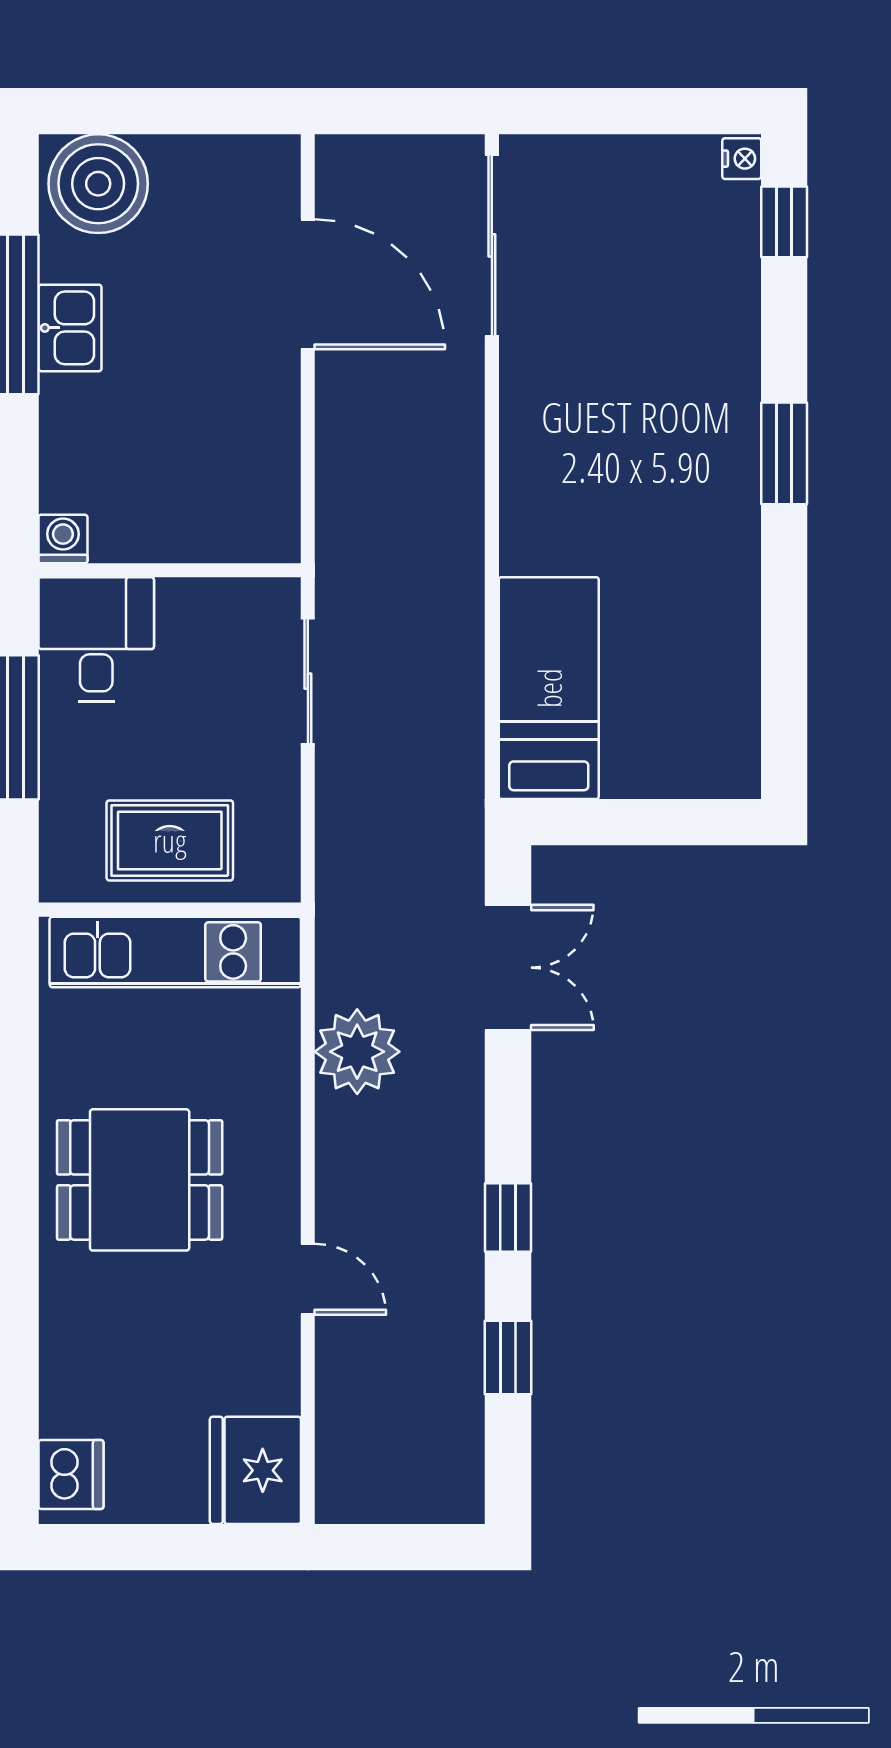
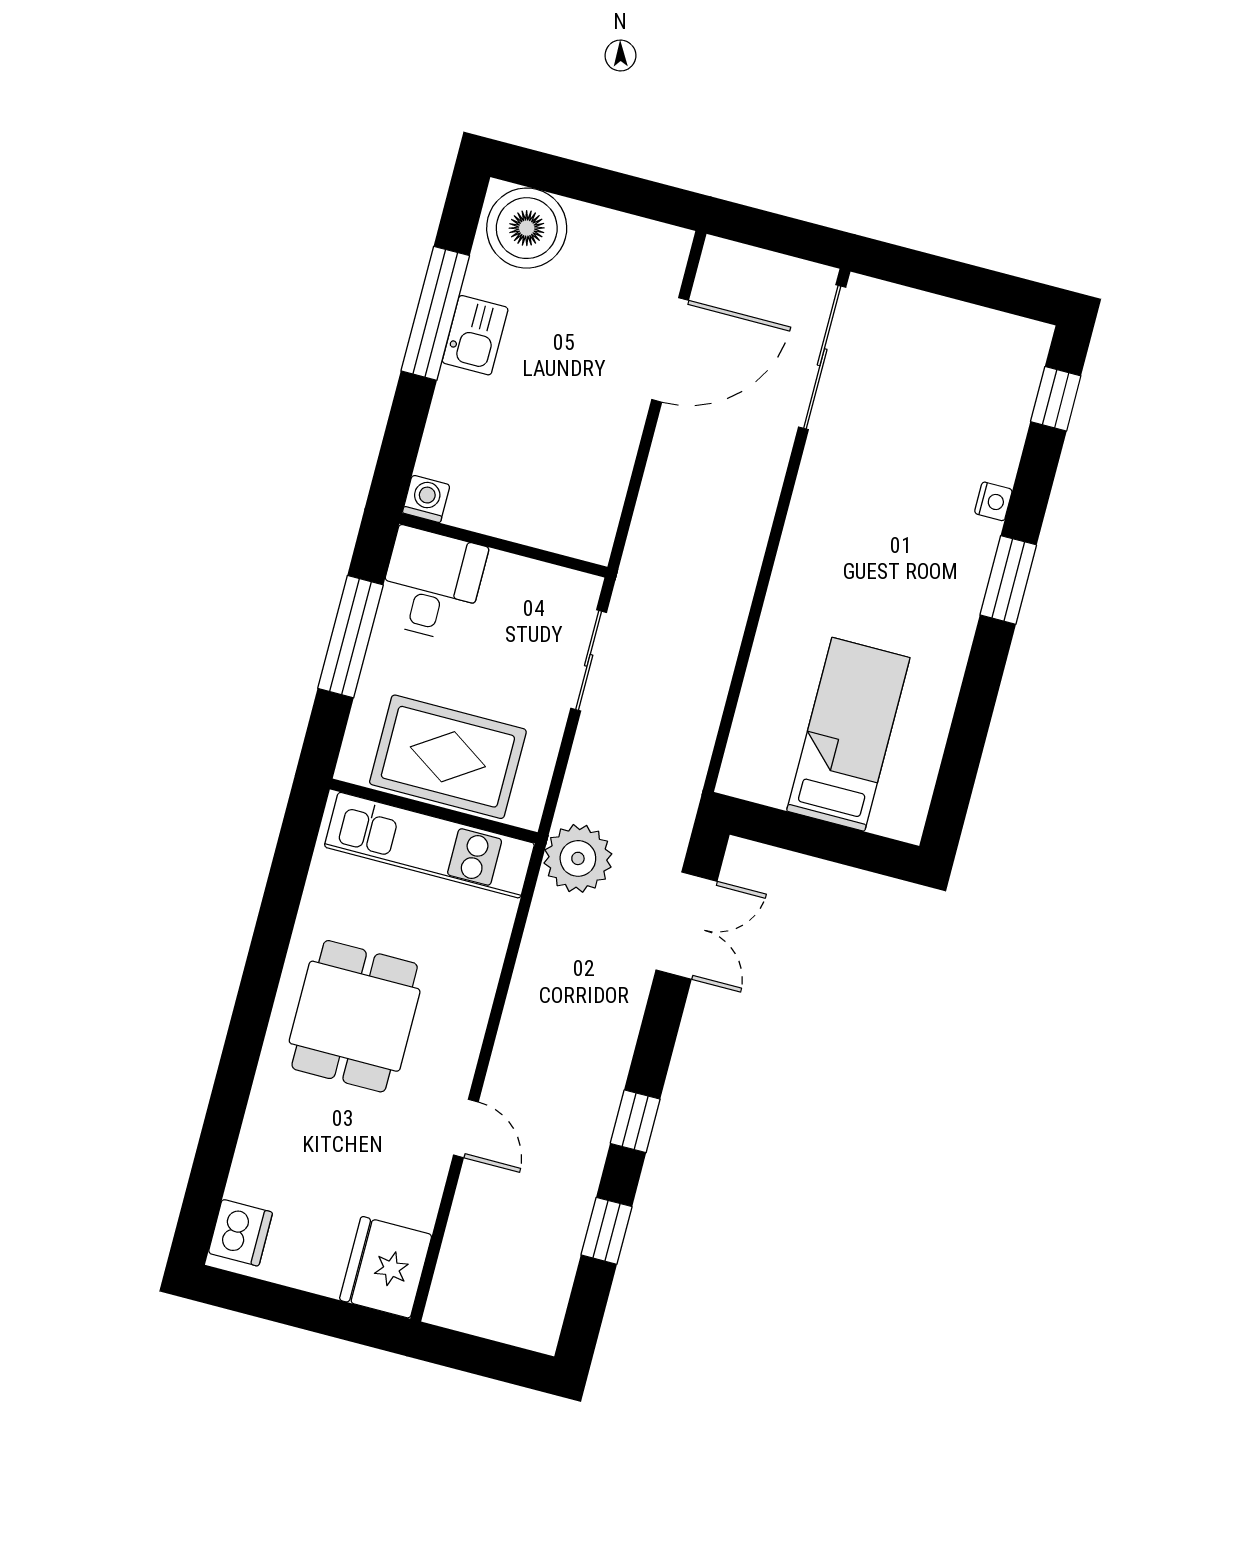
nightstand: (742, 159) -> (993, 501), moved
door: (308, 284) -> (670, 350), hinge flipped
bed: (549, 688) -> (848, 734), moved
rug: (170, 840) -> (448, 757), width x1.36, depth x1.43
plant: (357, 1052) -> (578, 858), moved
dining table: (140, 1180) -> (355, 1016), turned 90

